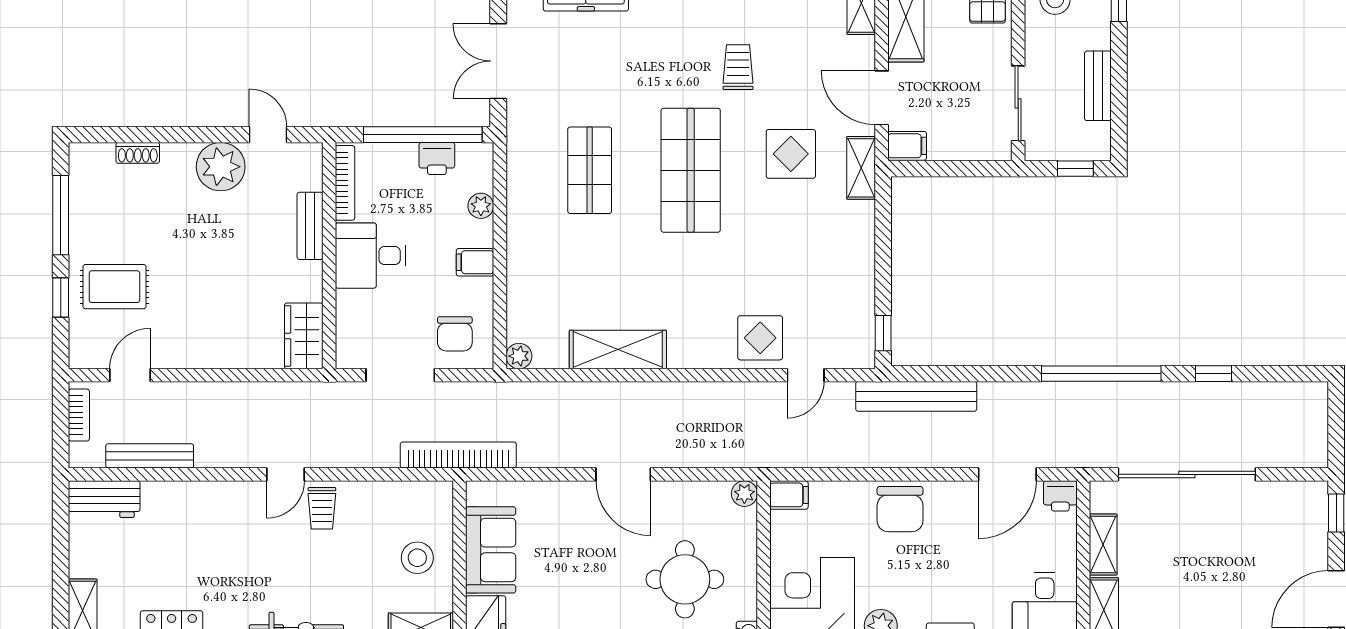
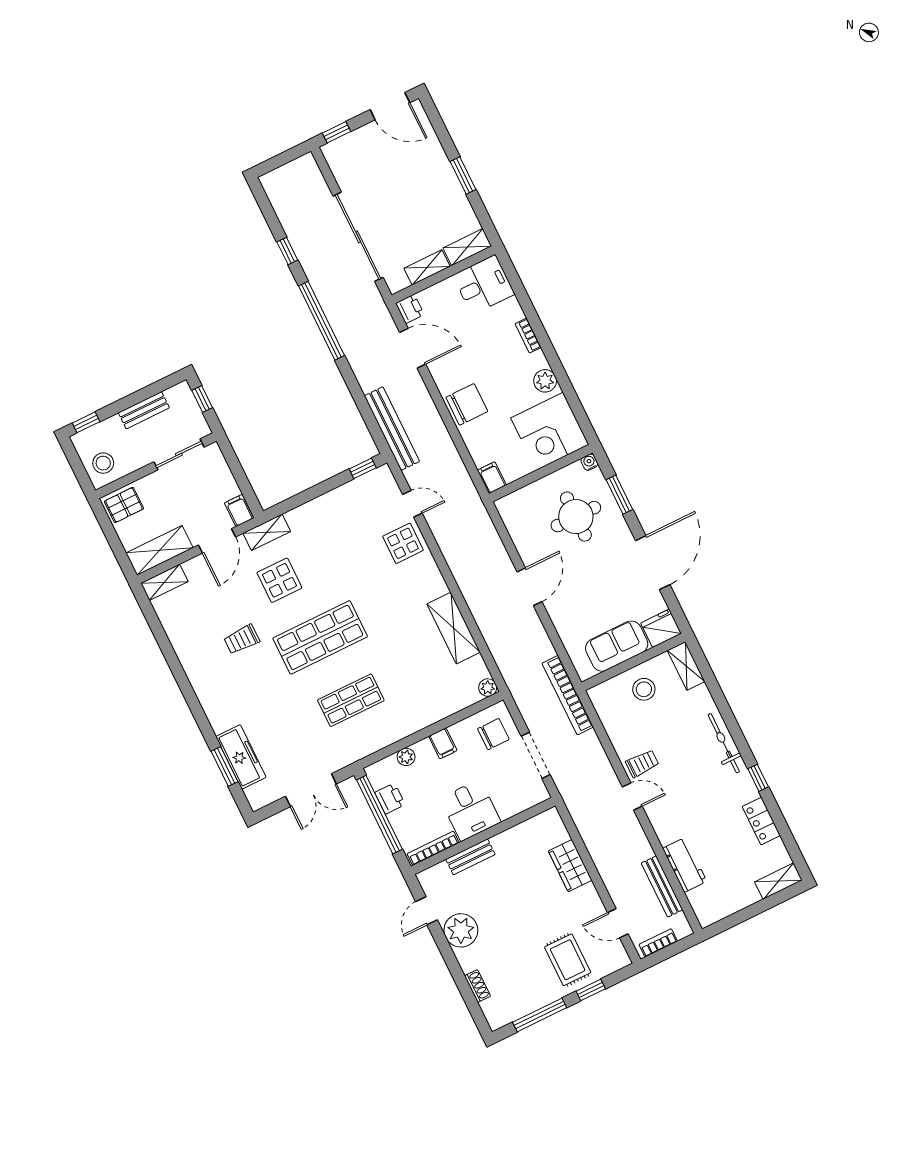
wardrobe: (304, 336) -> (570, 866), moved, turned 90
plant: (744, 494) -> (505, 506), removed
workbench: (104, 499) -> (685, 865), moved

